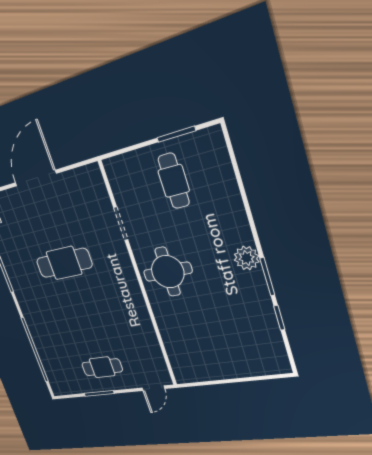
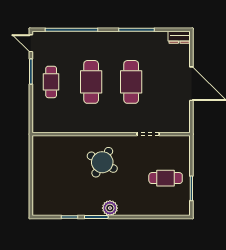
round table: (168, 272) -> (102, 162), moved, turned 30
cafe table: (83, 316) -> (91, 82), added
door: (153, 388) -> (31, 43), moved

